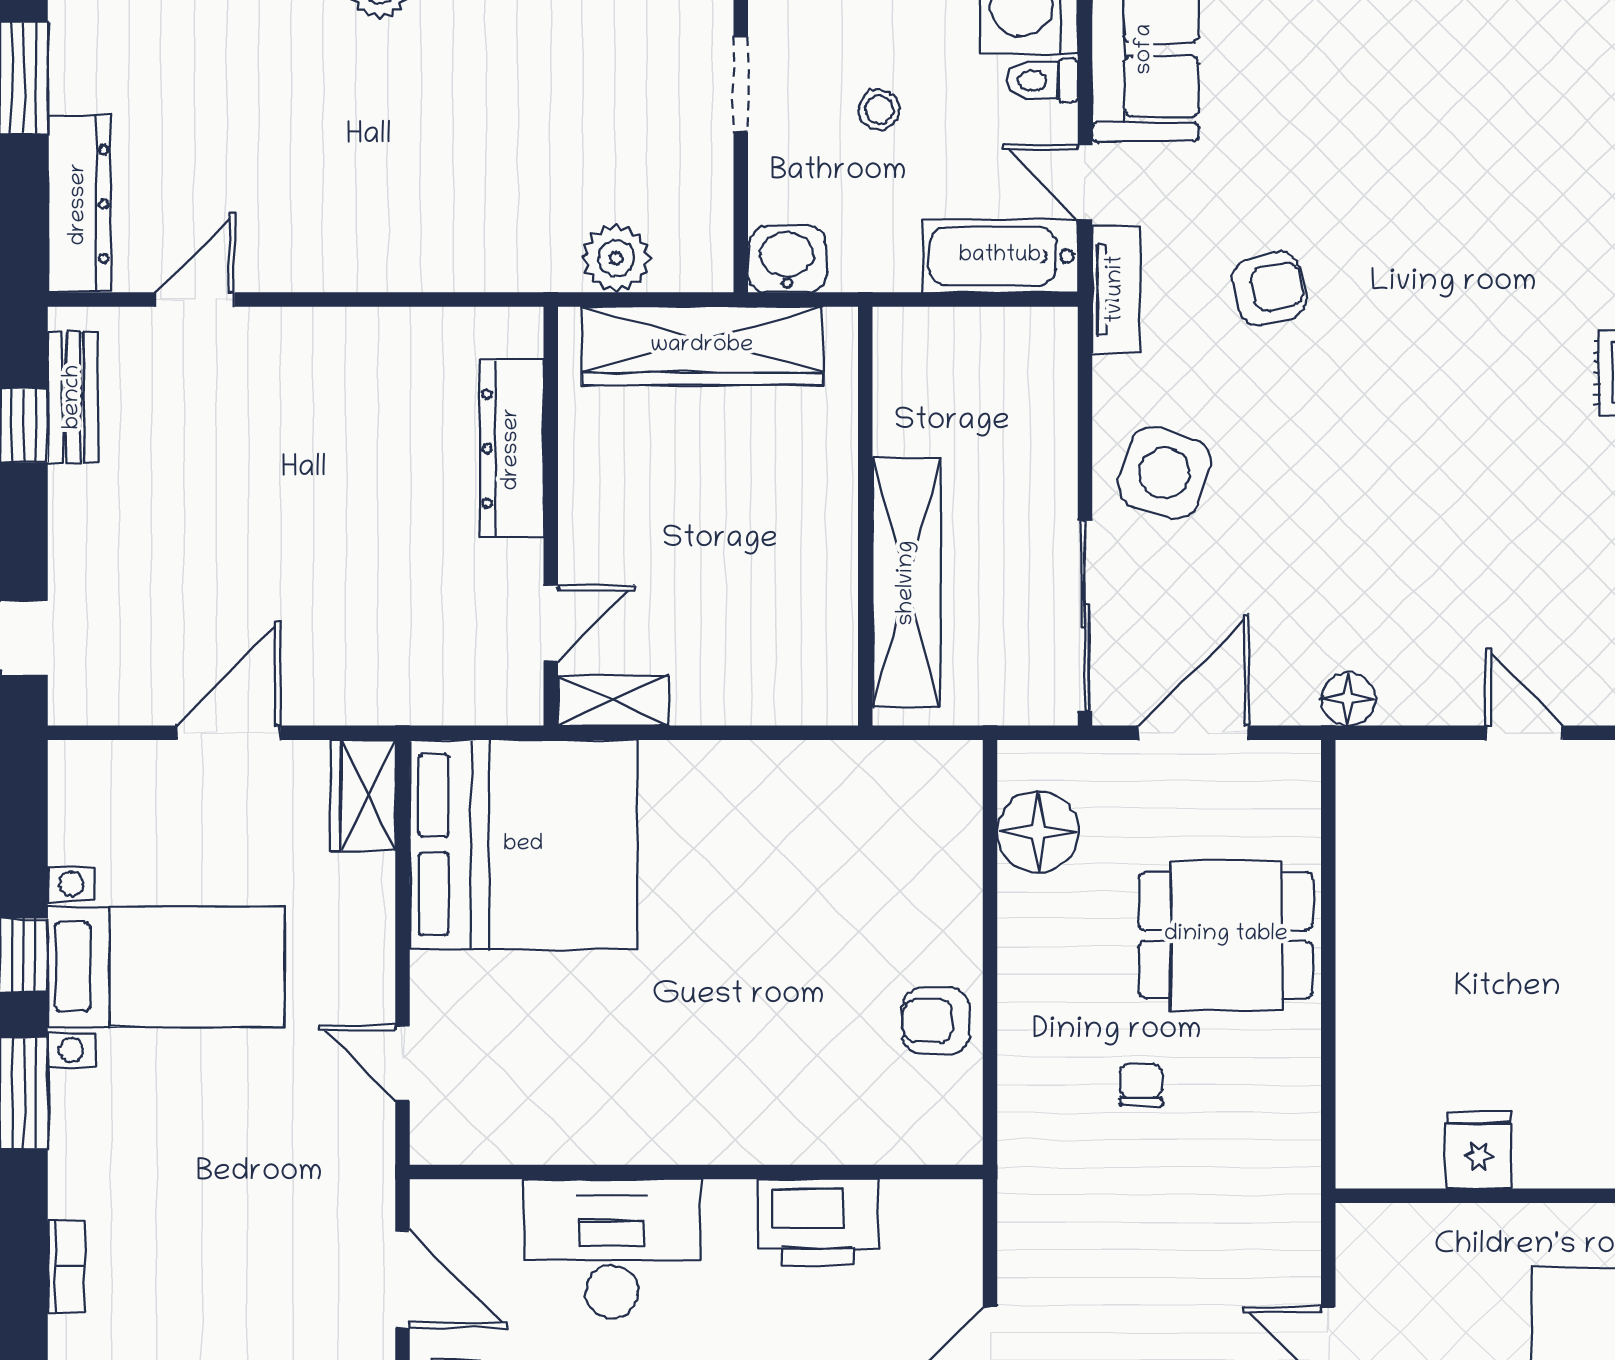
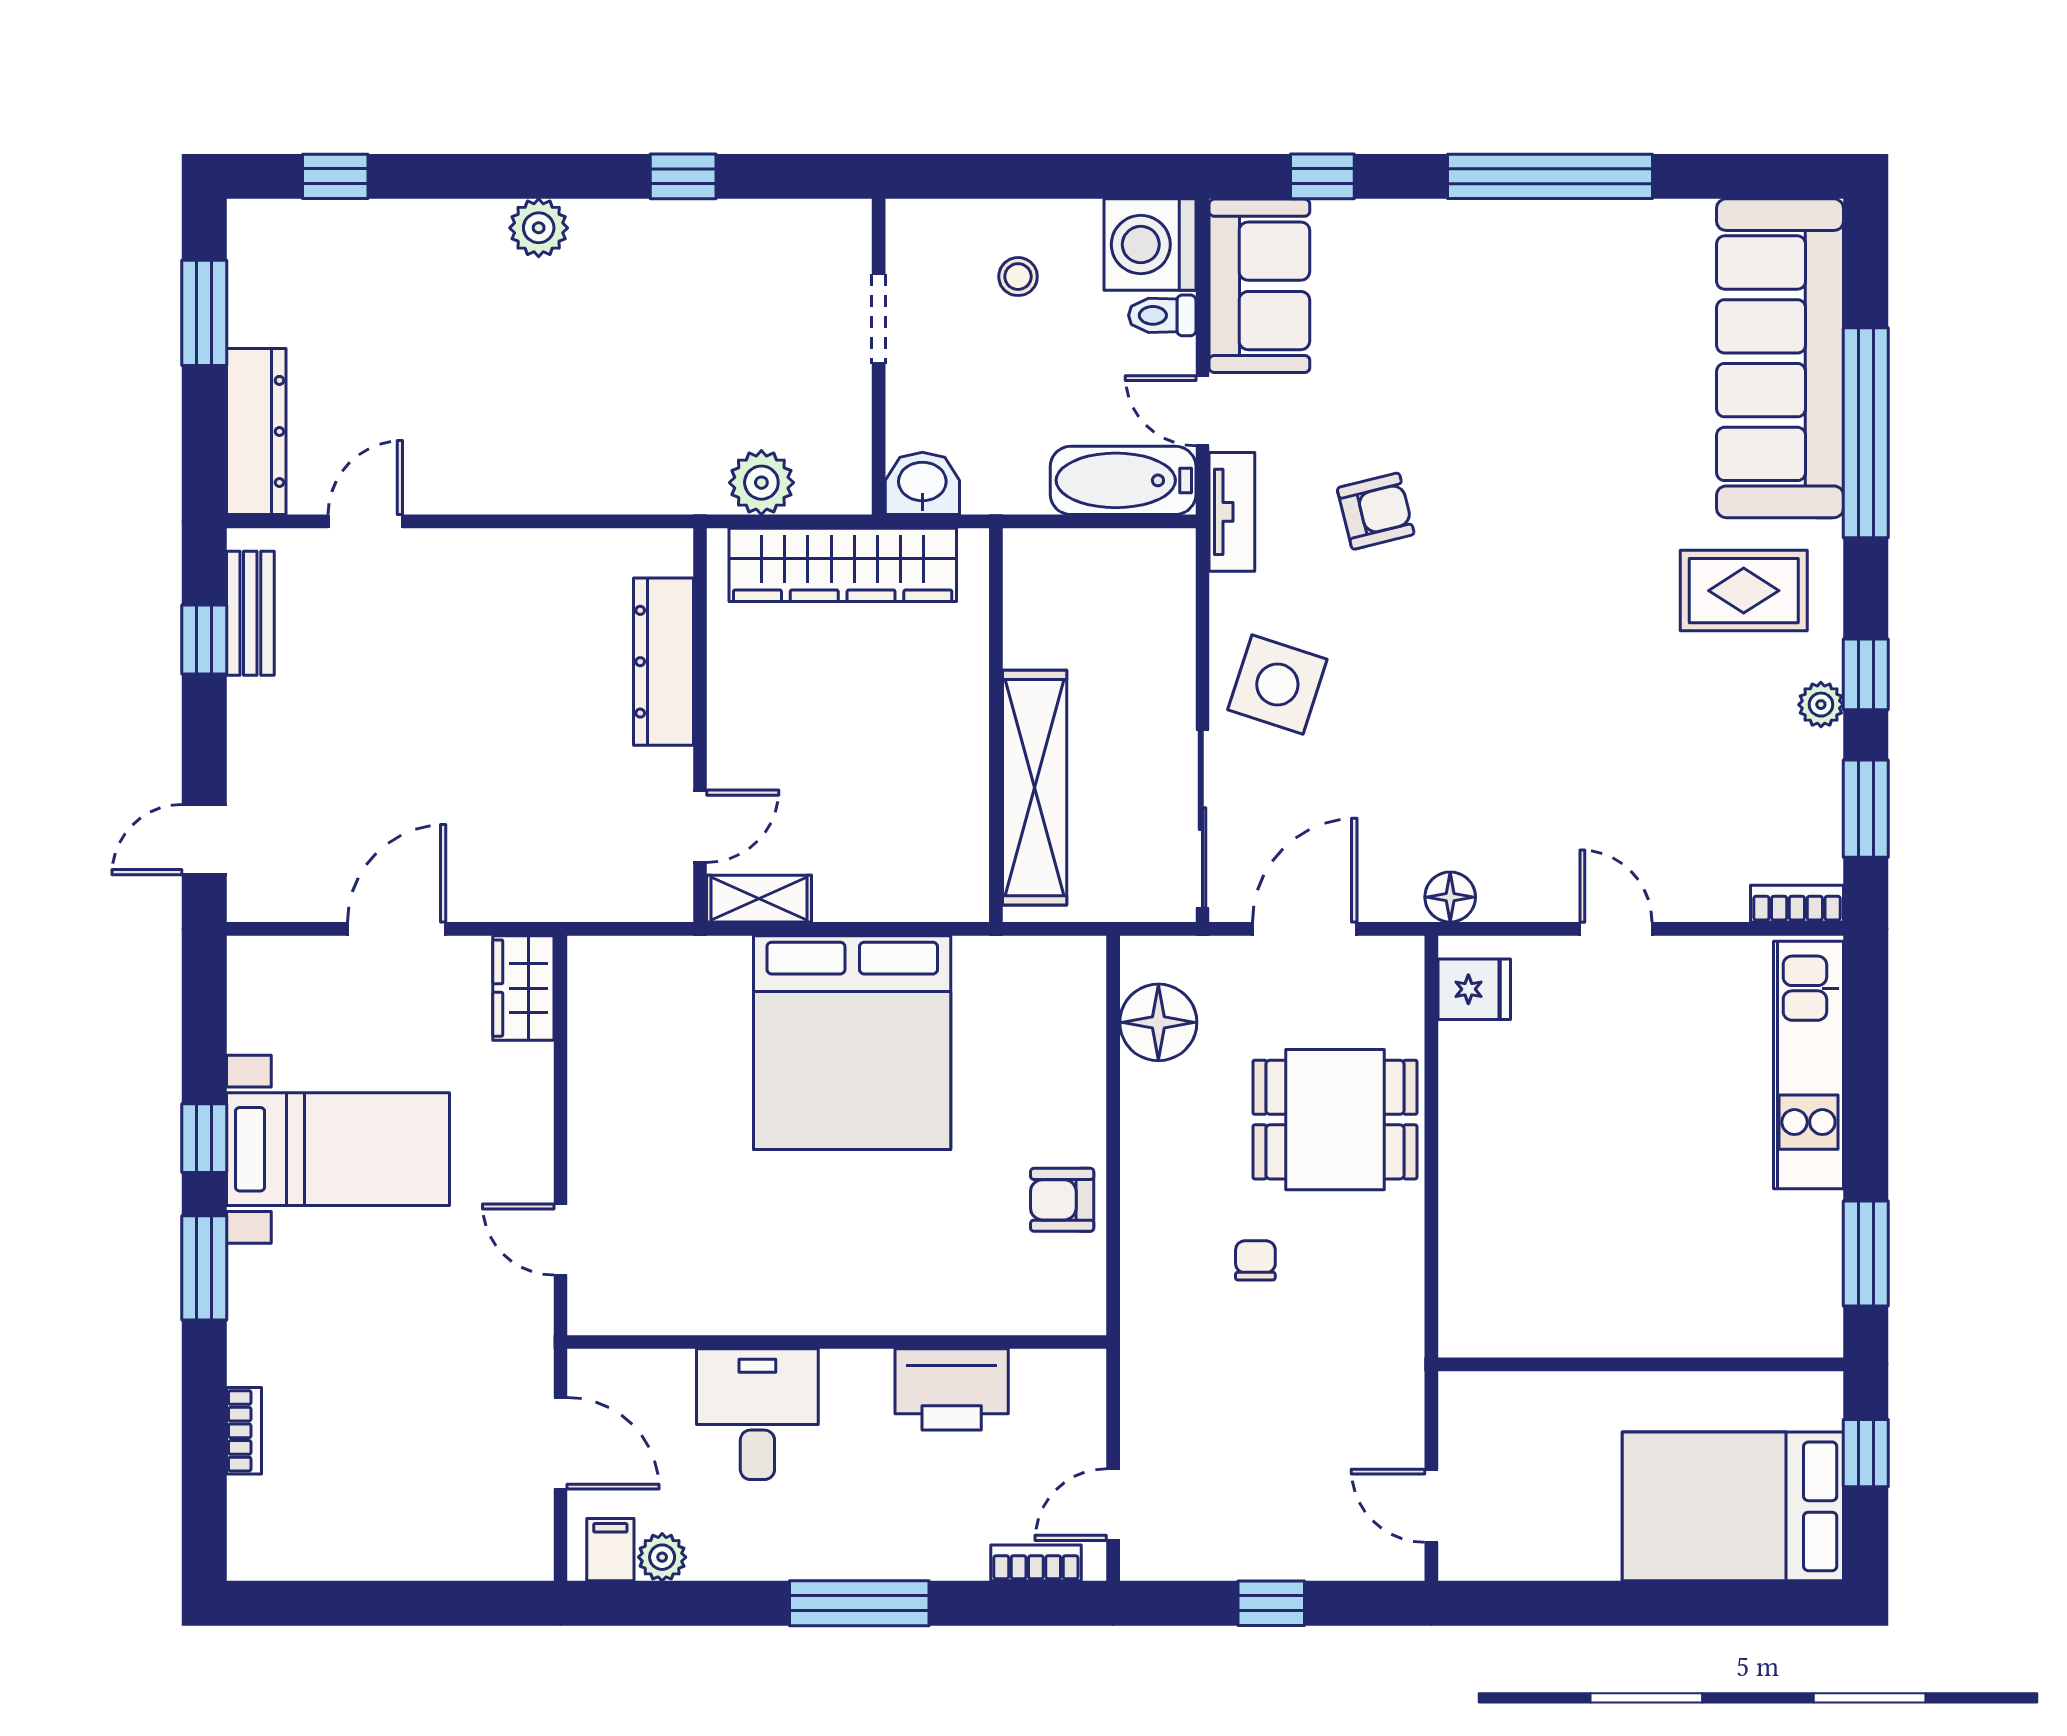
stool: (879, 110) -> (1018, 277), moved
bed: (523, 845) -> (852, 1043), moved, turned 90
fridge: (1479, 1150) -> (1474, 989), moved, turned 90
desk: (612, 1249) -> (757, 1414), width x0.73

